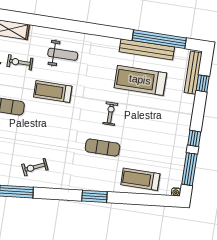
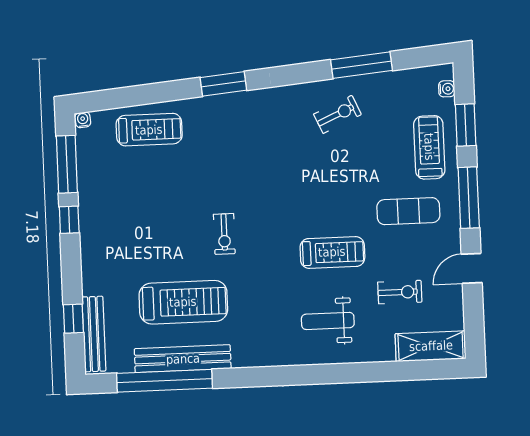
exercise mat: (102, 148) -> (226, 172), removed

